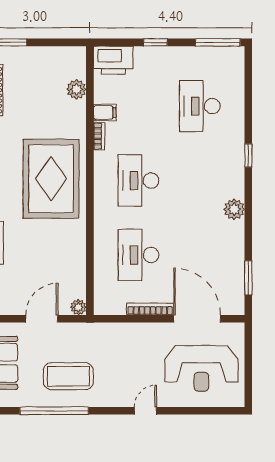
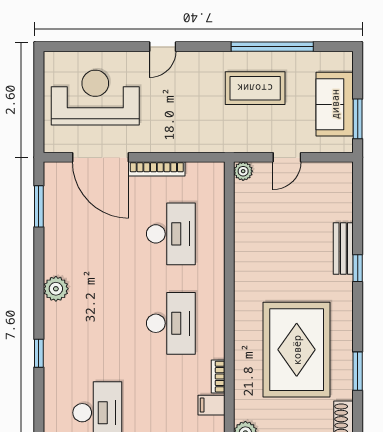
rug: (51, 179) -> (297, 350), moved
door: (42, 319) -> (287, 157), width x0.73

